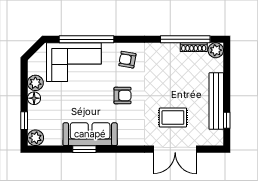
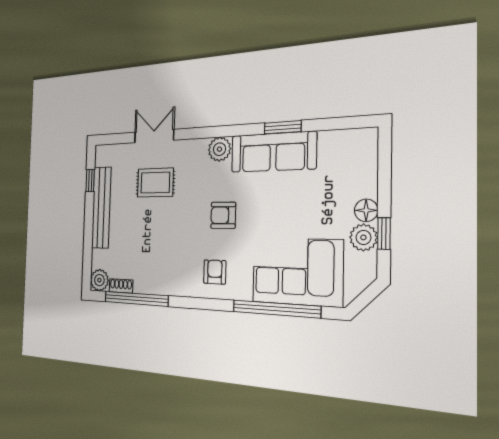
shoe rack: (194, 47) -> (121, 286), width x0.70
armchair: (127, 60) -> (215, 272), turned -100
window: (24, 121) -> (384, 233), moved
plant: (35, 138) -> (219, 149), moved
double door: (175, 149) -> (154, 136), width x0.73

